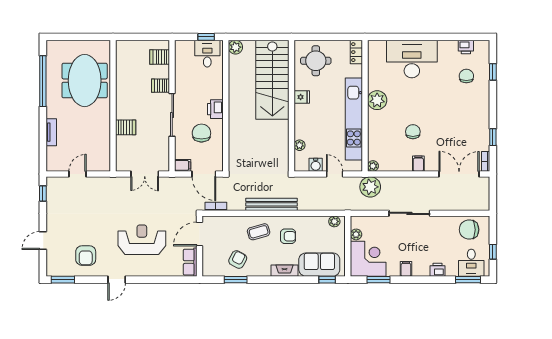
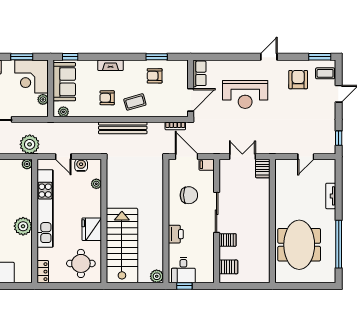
fridge: (302, 97) -> (92, 229), width x1.88, depth x1.34
printer: (215, 109) -> (176, 234), moved
server rack: (126, 127) -> (263, 168), moved, turned -90
chair: (201, 133) -> (189, 195), turned -90
armchair: (238, 259) -> (155, 76), turned 62
coffee table: (57, 262) -> (325, 73), added
sofa: (319, 265) -> (64, 82), moved, turned -90

